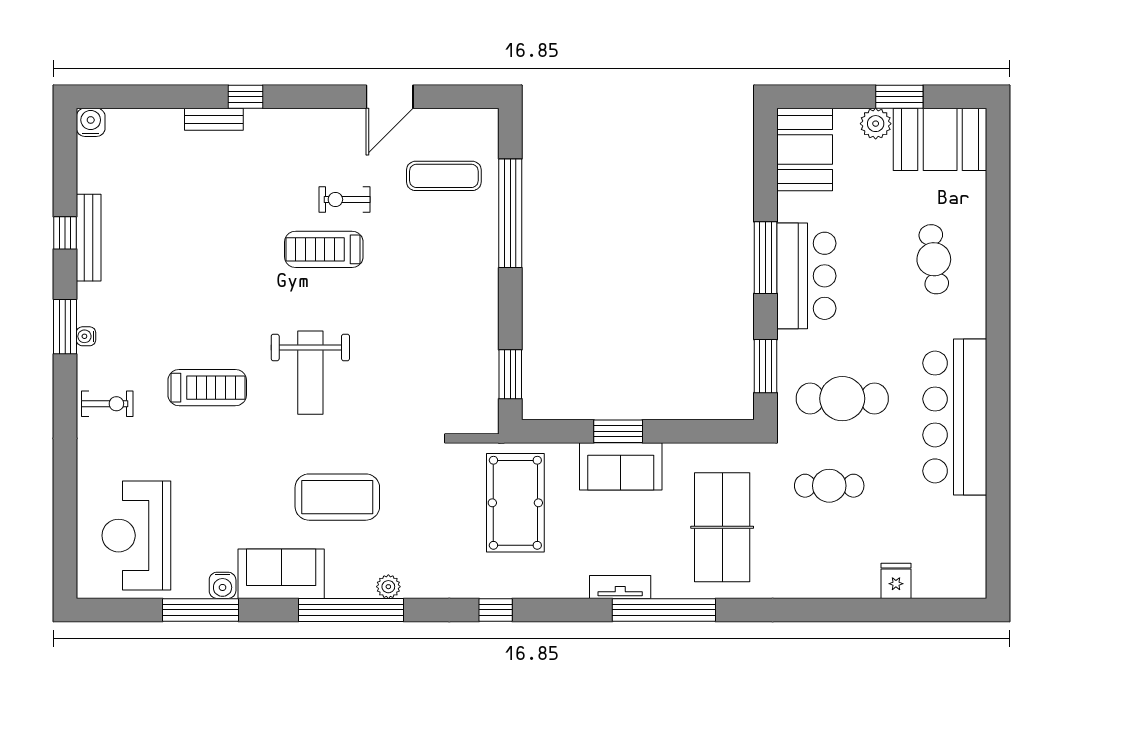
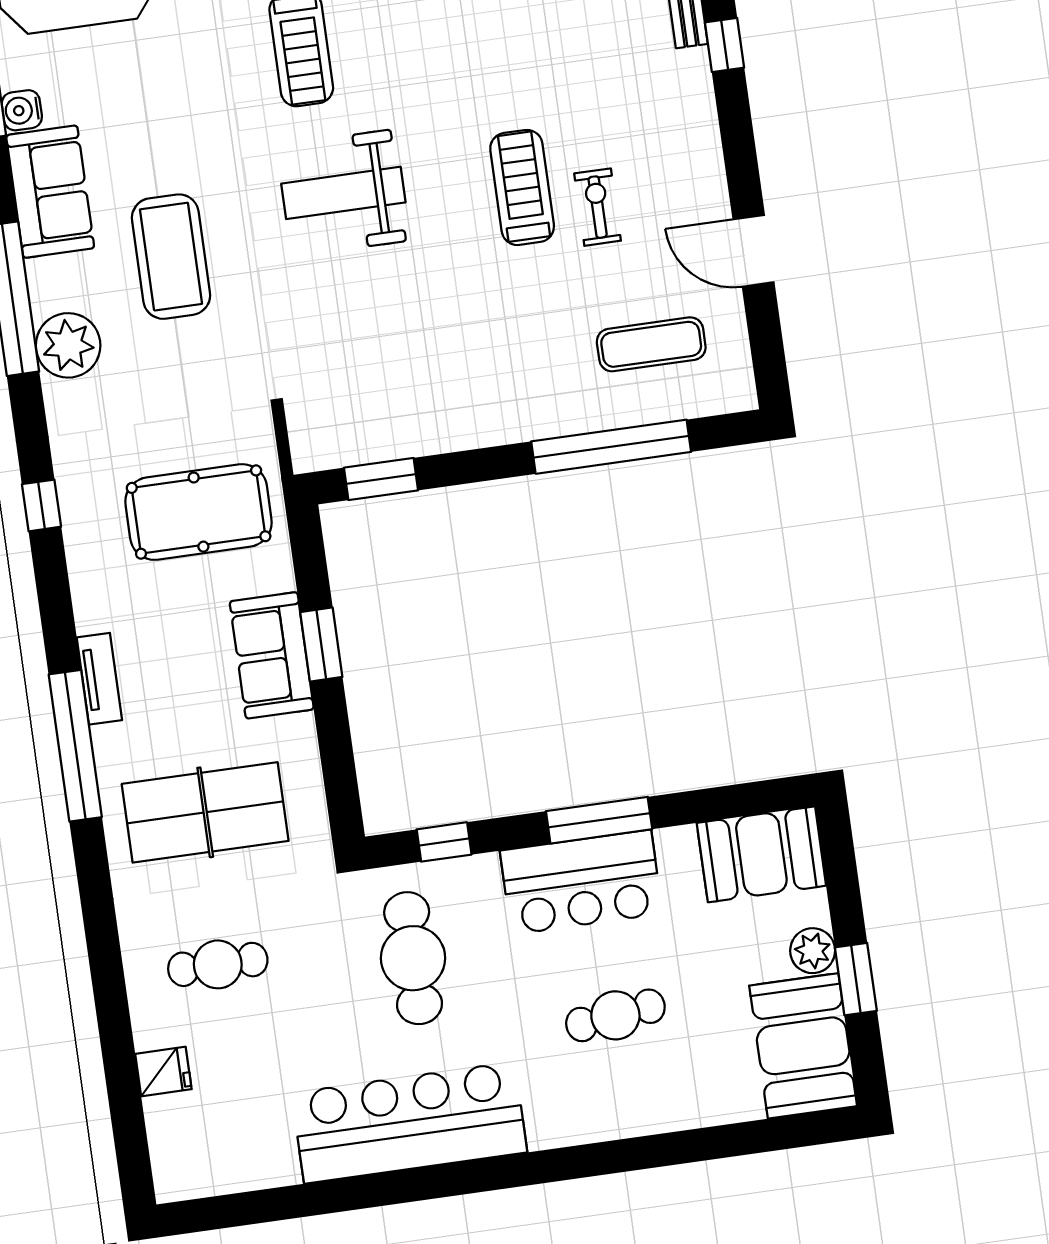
exercise mat: (444, 176) -> (651, 344), turned 90
cafe table: (934, 259) -> (615, 1015), moved
window: (765, 366) -> (444, 842), width x0.67
cafe table: (829, 486) -> (218, 964), moved, turned 90
plant: (388, 587) -> (68, 345), width x1.88, depth x1.88

